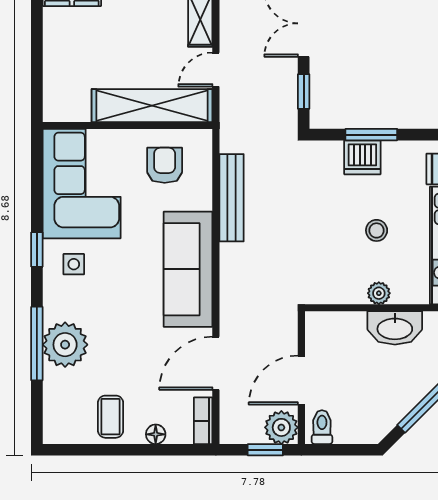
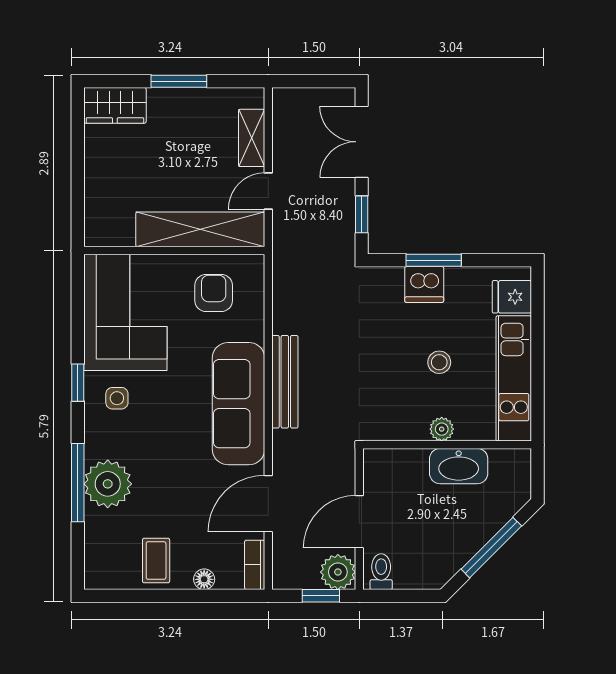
bench: (231, 198) -> (285, 382), moved

